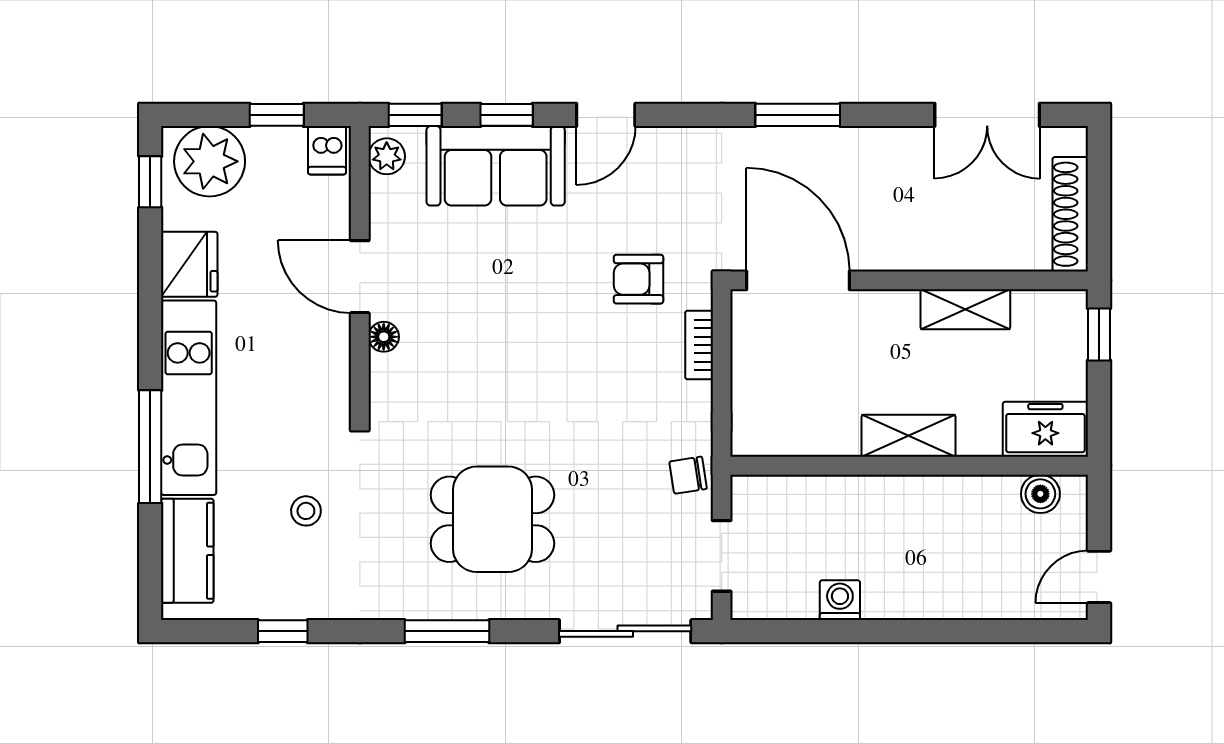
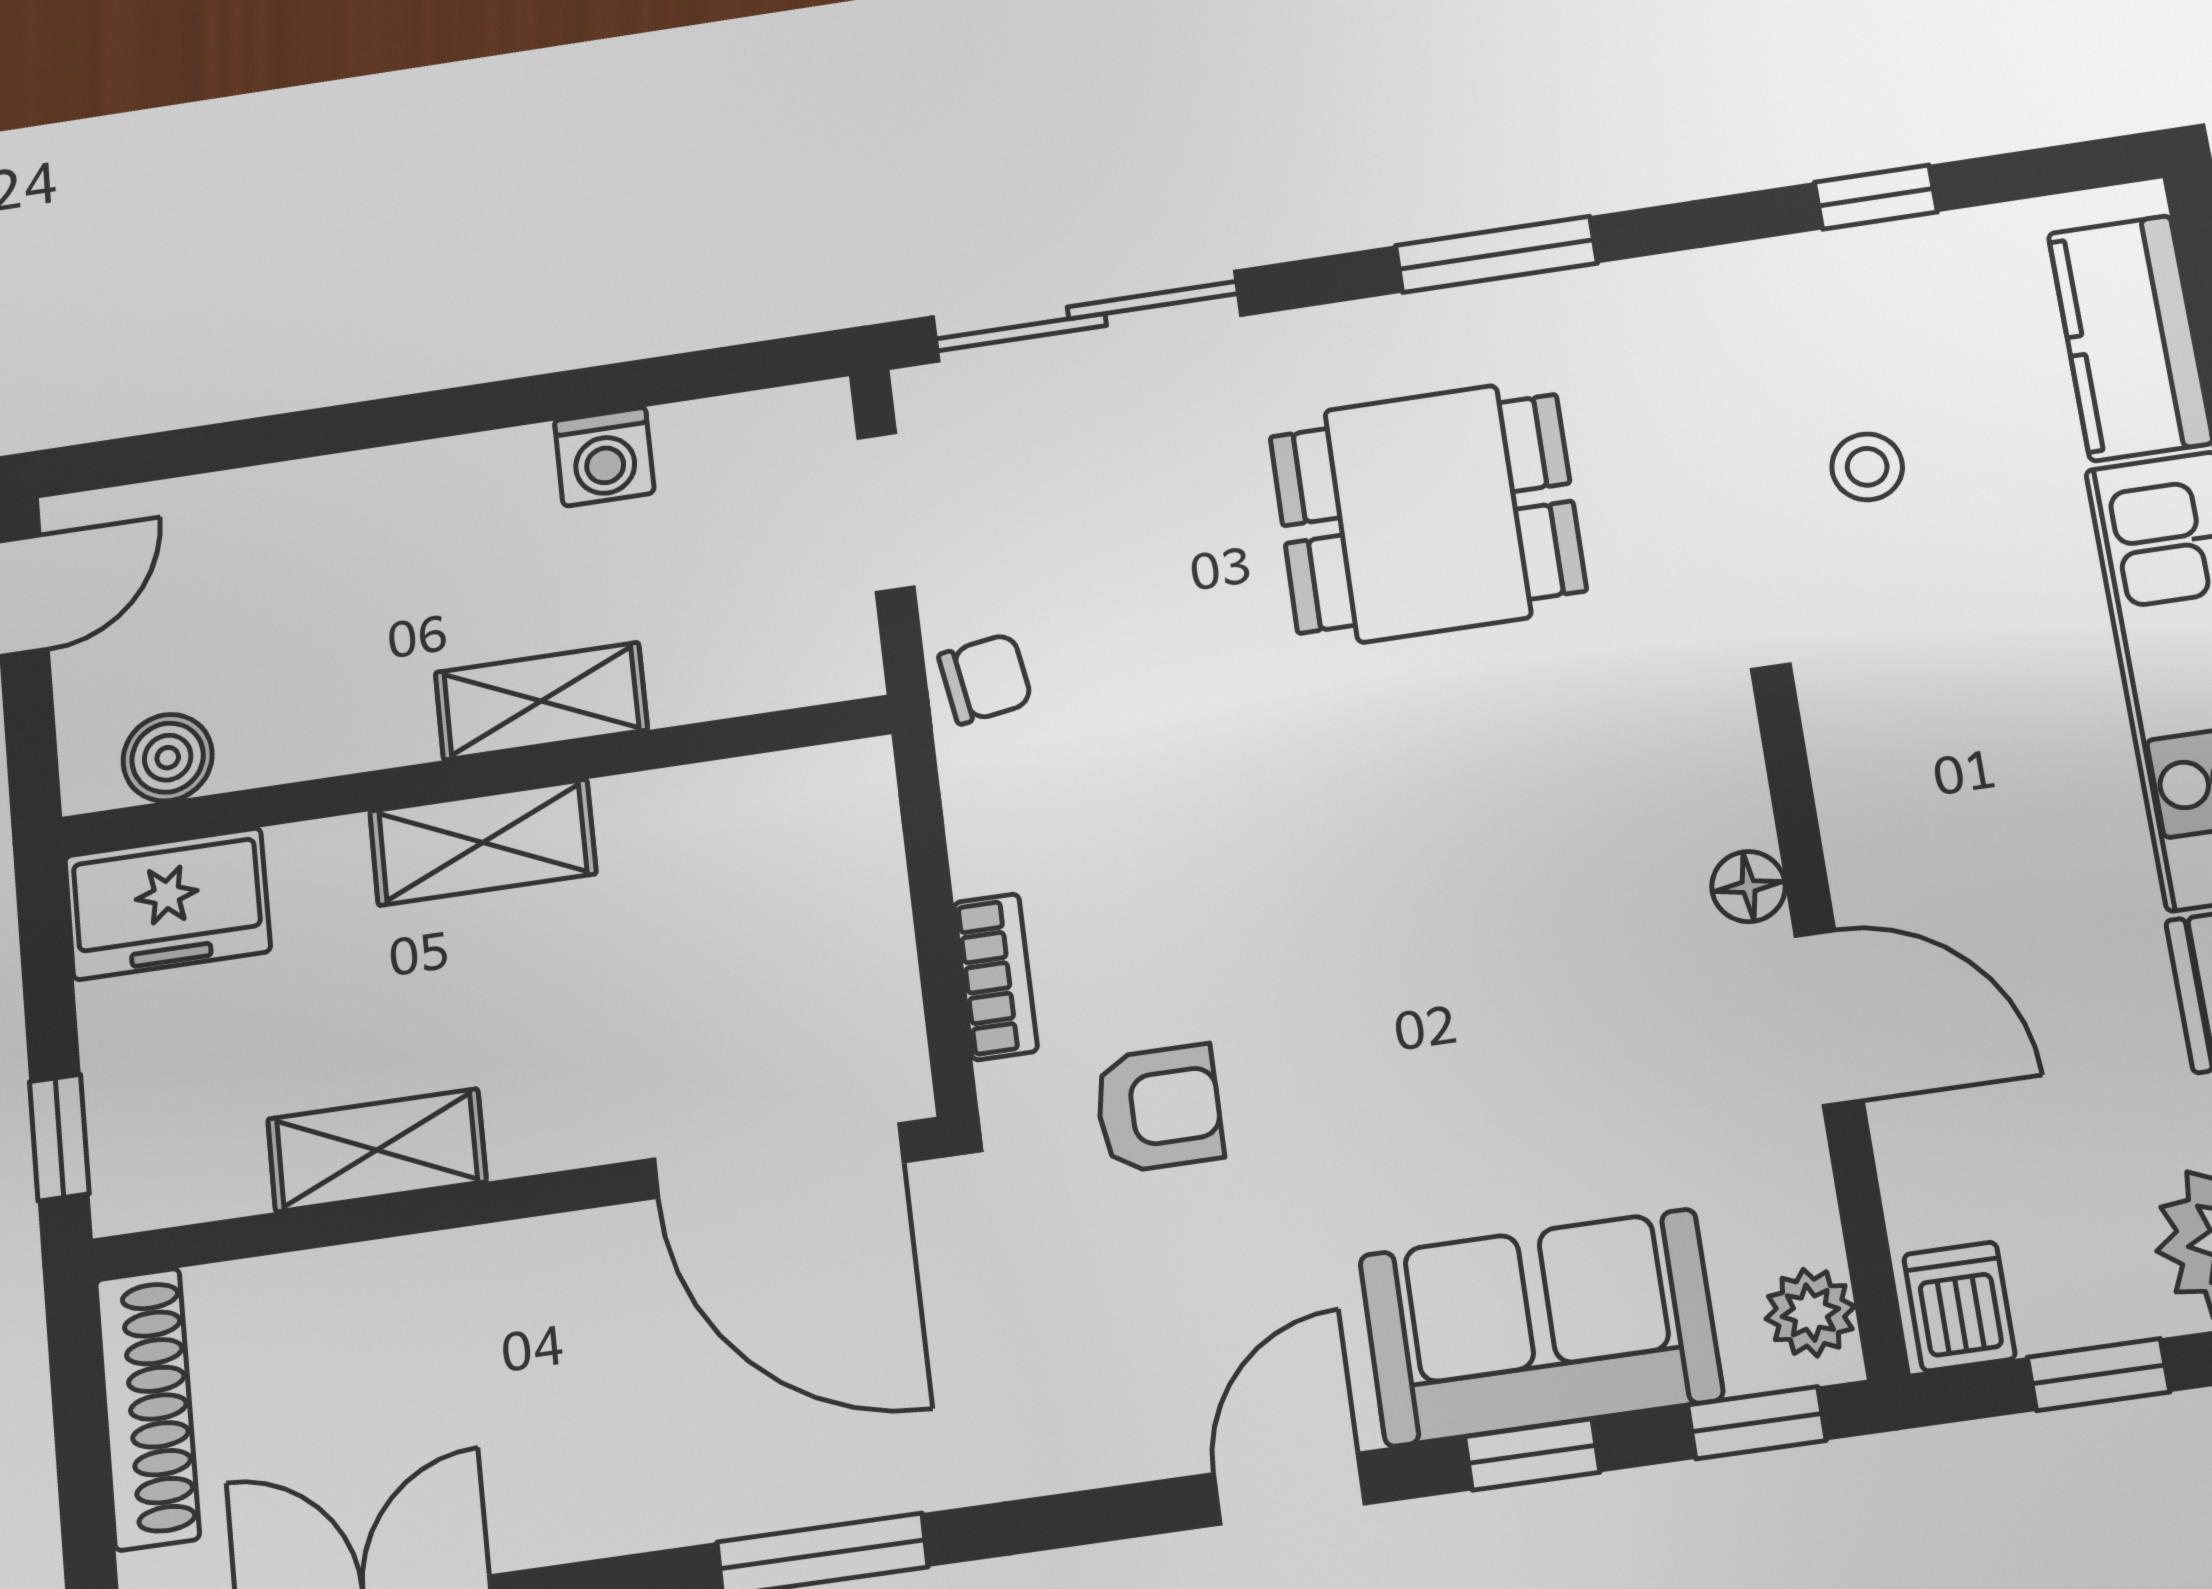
shelving: (878, 494) -> (541, 701), added

